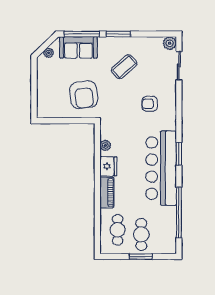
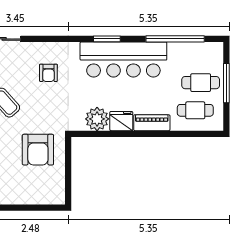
armchair: (84, 95) -> (38, 150), turned 97
plant: (105, 145) -> (97, 119), width x1.87, depth x1.87
window: (141, 257) -> (226, 83), width x1.44

